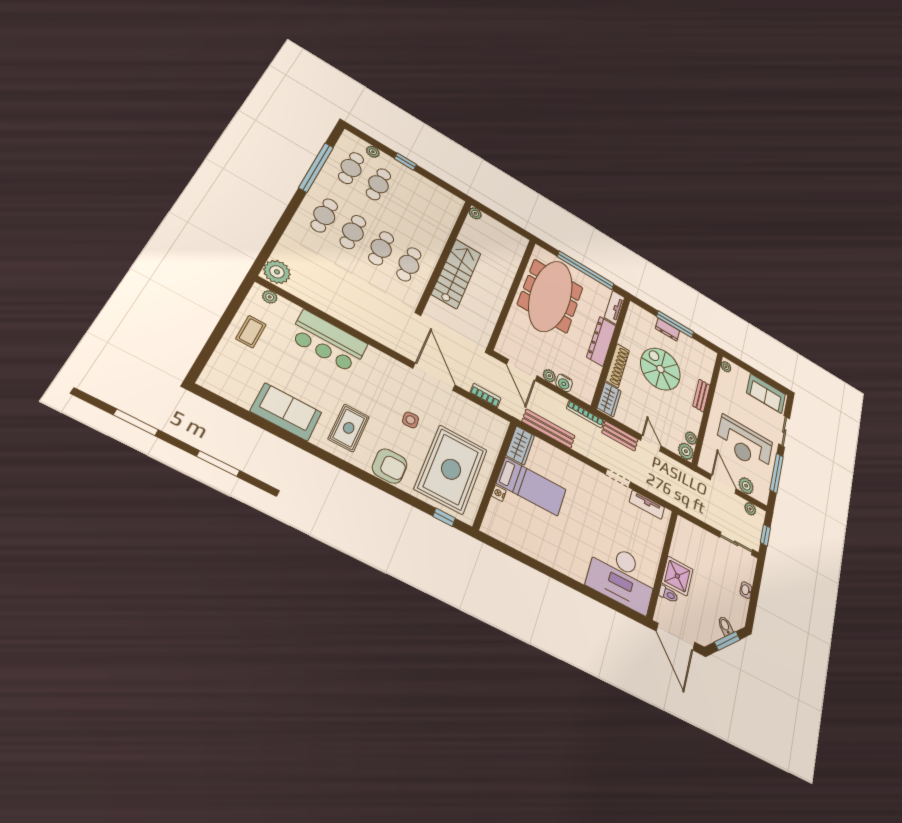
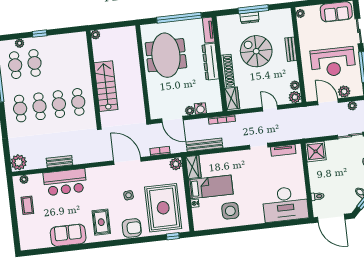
meeting table: (551, 296) -> (166, 55), width x0.73
plant: (498, 425) -> (176, 164), added
bench: (620, 436) -> (59, 162), moved
side table: (544, 536) -> (230, 211), added
shower: (677, 576) -> (316, 151), moved

